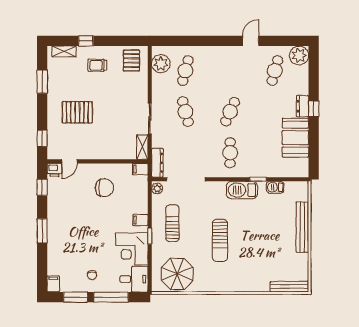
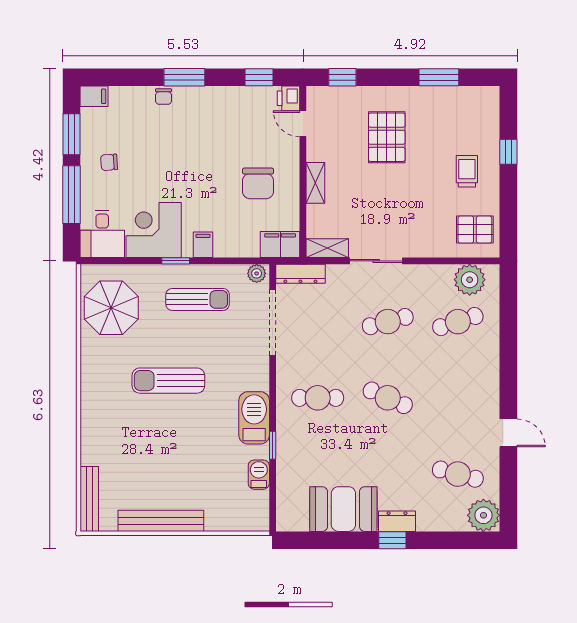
shelving: (64, 51) -> (315, 183), moved
cafe table: (185, 71) -> (458, 322), turned -33
filing cabinet: (140, 169) -> (280, 245), width x2.00
bench: (302, 227) -> (161, 521), moved
chair: (53, 243) -> (164, 97), added

